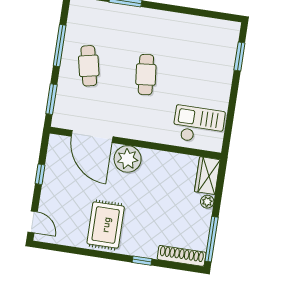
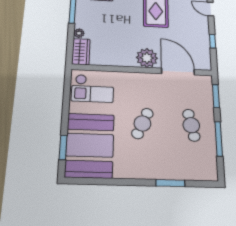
booth: (210, 55) -> (90, 145), added
cafe table: (146, 75) -> (142, 123), turned 30

